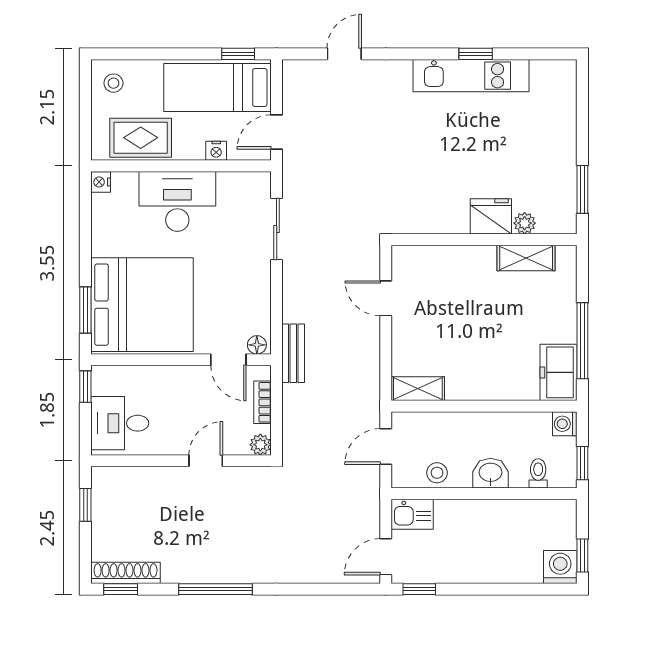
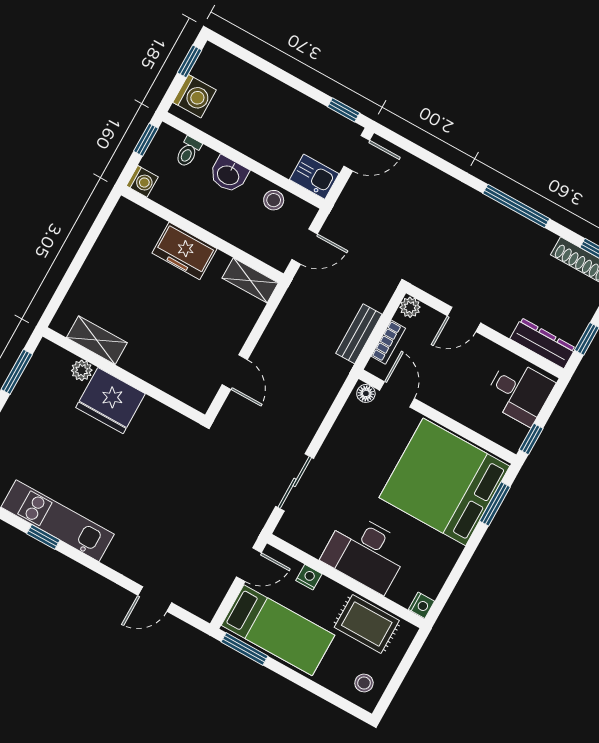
window: (238, 54) -> (245, 649), width x1.50
fridge: (491, 216) -> (111, 401), width x1.36, depth x1.34
window: (582, 341) -> (88, 243), removed
bench: (293, 353) -> (359, 334), moved
freezer: (559, 372) -> (184, 251), moved, turned 90
dresser: (123, 479) -> (543, 343), added
washing machine: (560, 567) -> (195, 96), moved, turned -90

